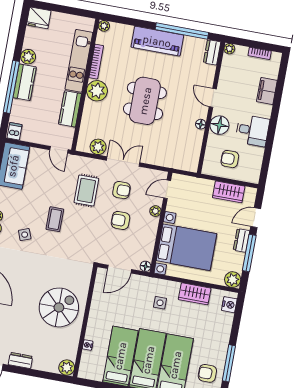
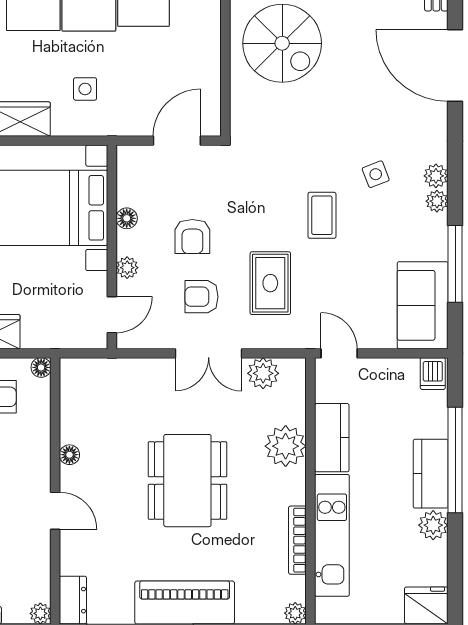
plant: (97, 91) -> (286, 446), moved
floor lamp: (219, 125) -> (41, 367), moved, width x0.53, depth x0.53
armchair: (121, 220) -> (192, 237), turned 90
floor lamp: (145, 266) -> (127, 218), moved
spiral stairs: (59, 307) -> (282, 43), turned -90

